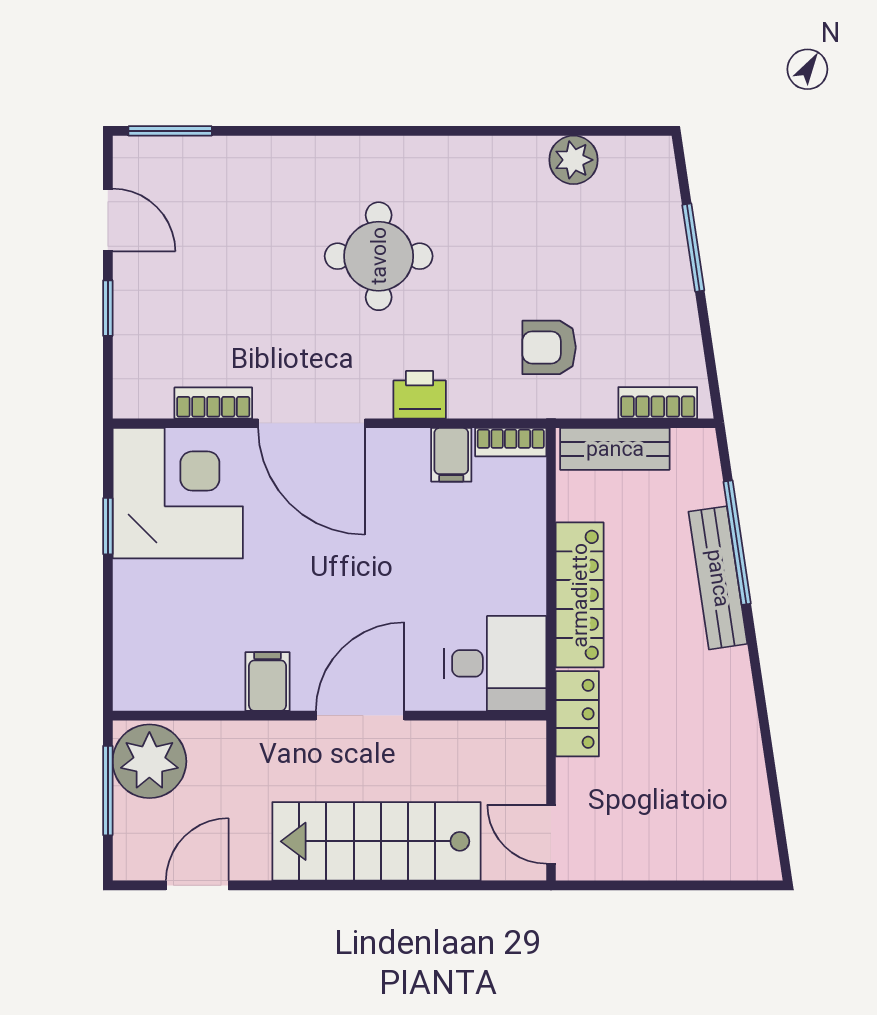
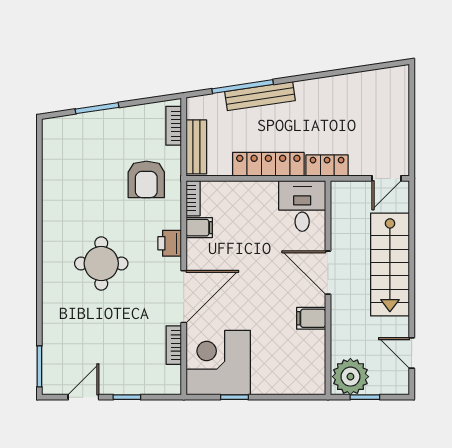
plant: (573, 160) -> (54, 167), removed
armchair: (549, 347) -> (146, 179), width x1.38, depth x1.38
window: (108, 791) -> (365, 397), width x0.67

